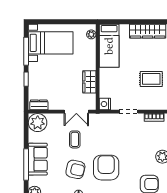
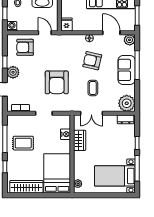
bed: (109, 46) -> (57, 173), width x1.50
nightstand: (105, 104) -> (65, 134), moved
double door: (76, 112) -> (91, 113), swing flipped
armchair: (106, 168) -> (57, 82), moved

